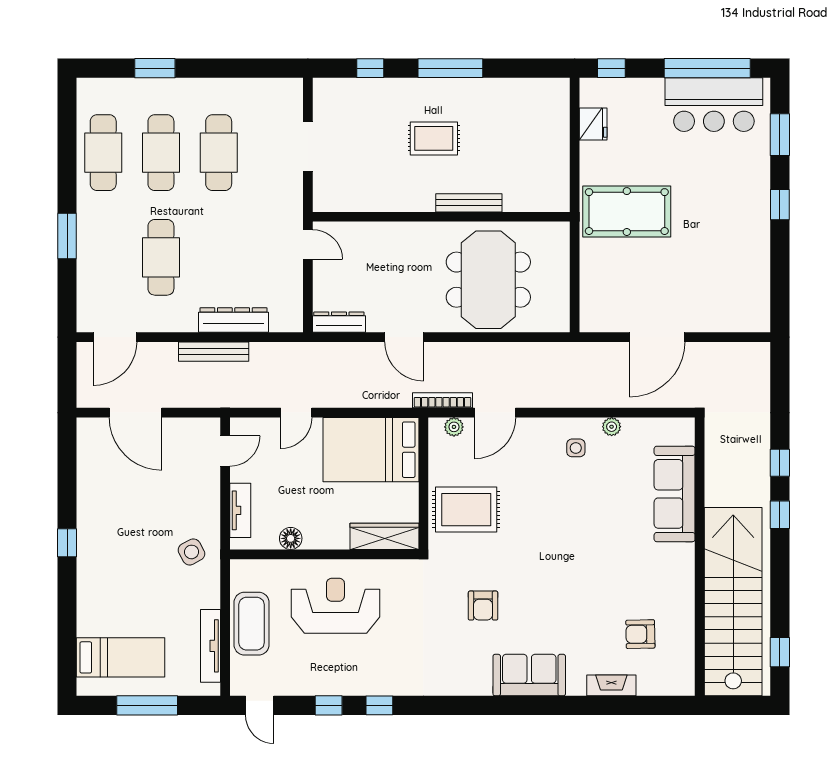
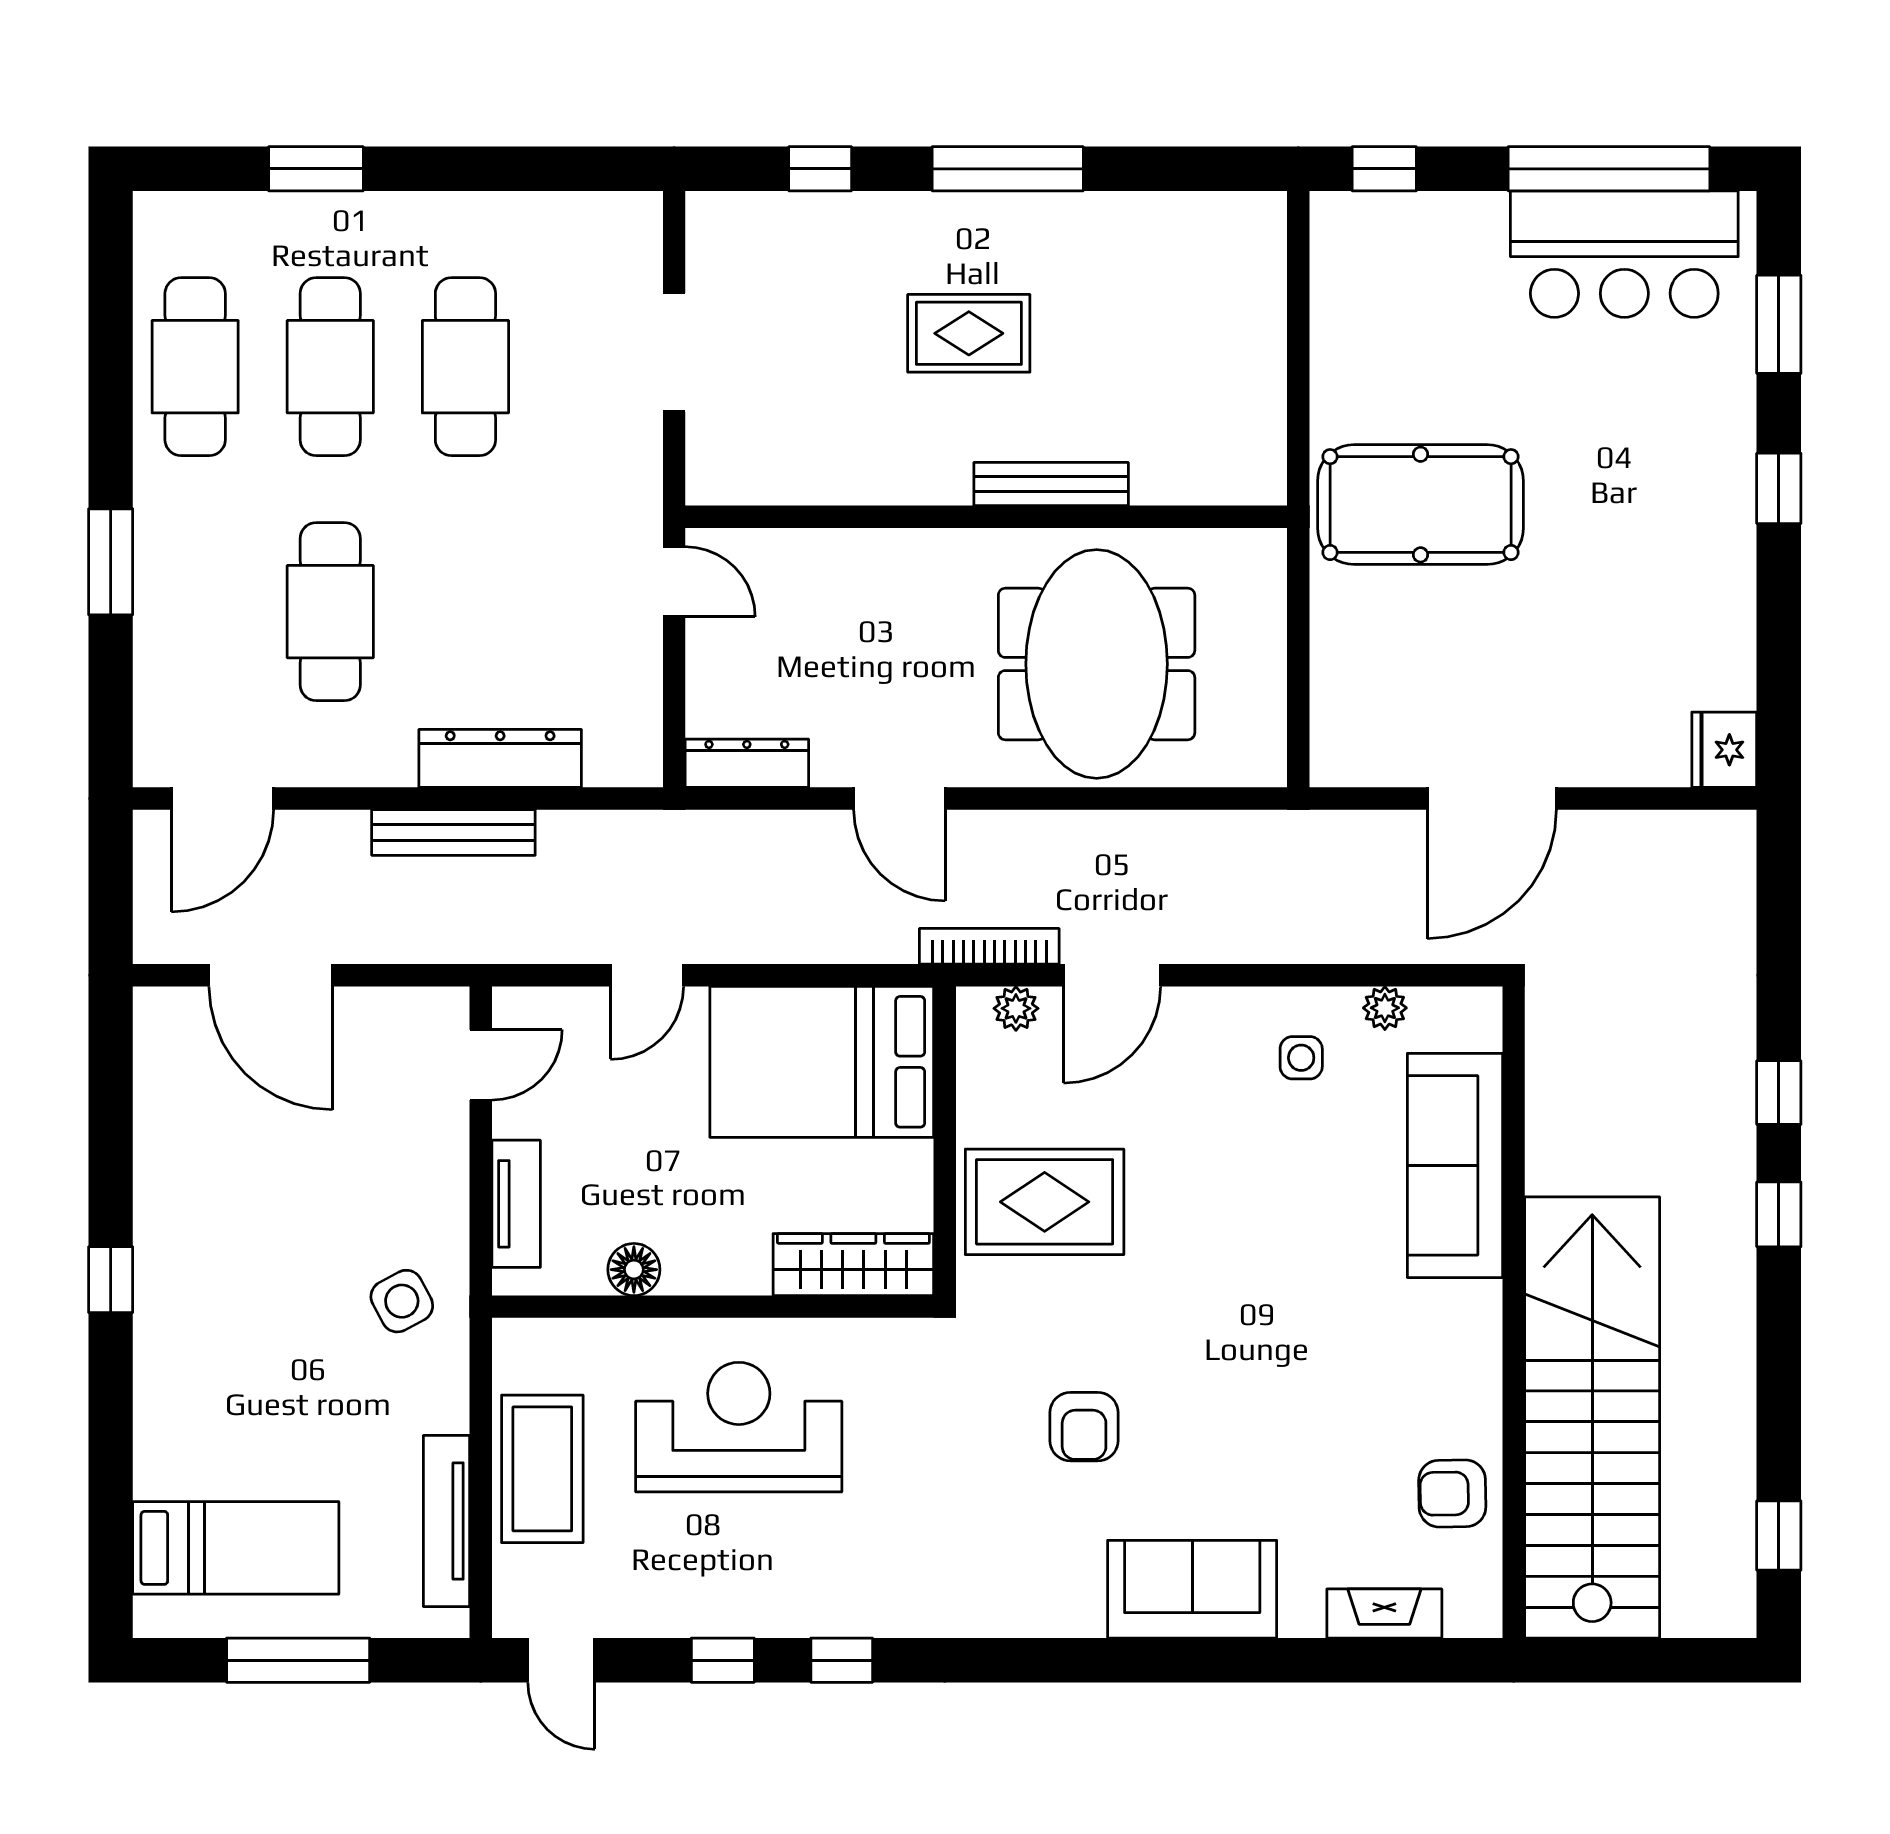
fridge: (593, 124) -> (1724, 750), moved, turned 180
sofa: (675, 494) -> (1455, 1165), moved
wall: (700, 557) -> (1514, 1312), moved
stairs: (733, 602) -> (1592, 1417), moved

